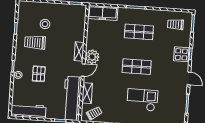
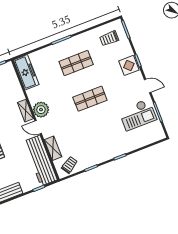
freezer: (103, 13) -> (26, 72), moved, turned -90
door: (83, 70) -> (38, 127), swing flipped
checkout: (142, 100) -> (138, 115), moved, turned 180

